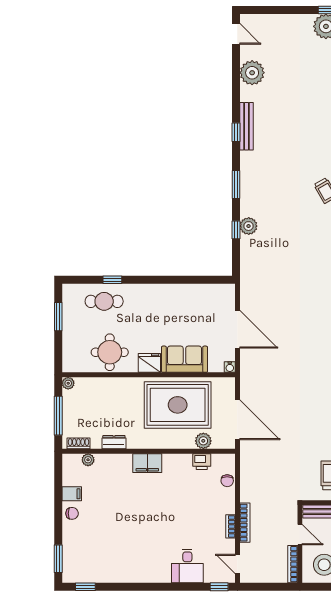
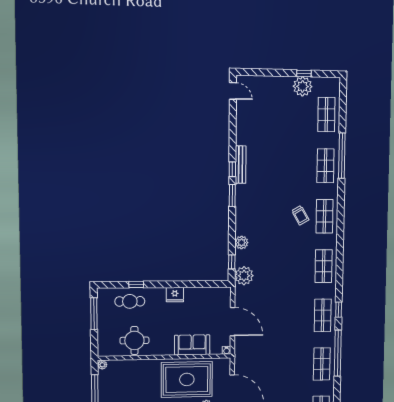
plant: (252, 73) -> (244, 276), moved
window: (236, 184) -> (232, 195), moved
window: (236, 230) -> (232, 262), moved
window: (58, 317) -> (94, 314), width x1.44
fridge: (149, 363) -> (175, 295), moved, turned 180

